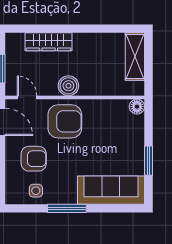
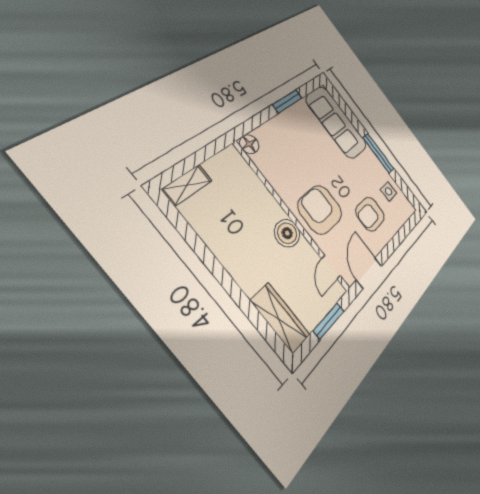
wardrobe: (49, 42) -> (280, 318), moved
shelving: (135, 57) -> (187, 185), width x0.67, depth x0.75
armchair: (34, 159) -> (370, 214), turned -90

